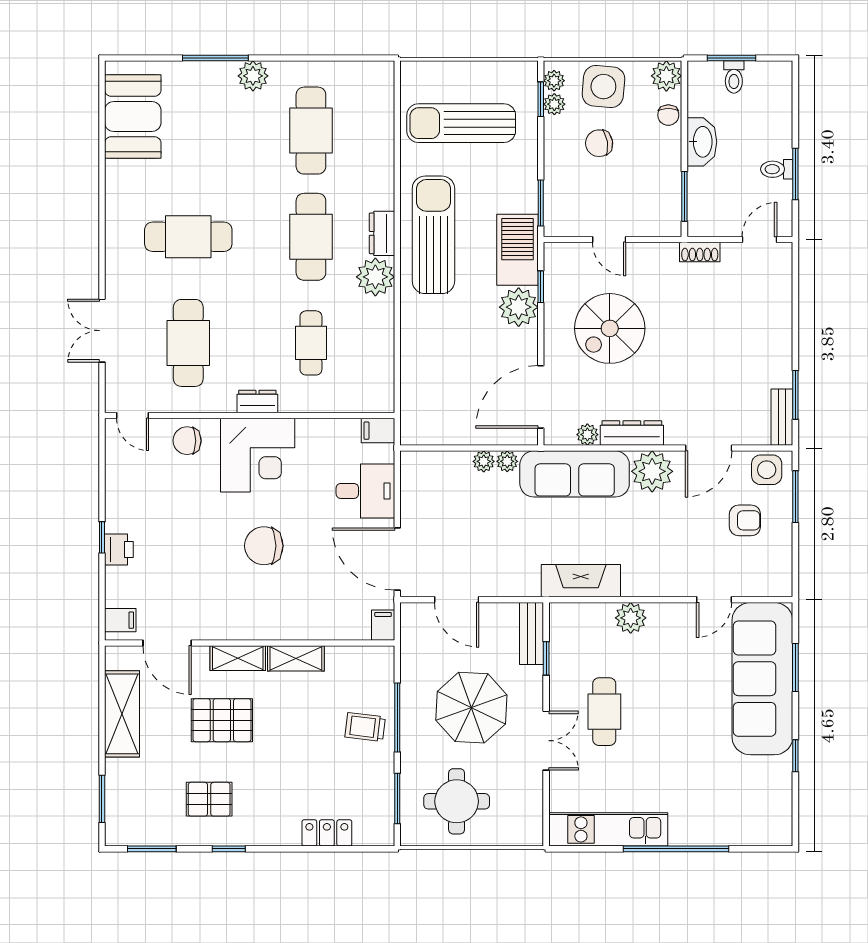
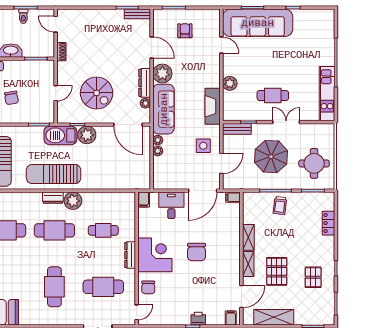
dresser: (257, 401) -> (130, 255), width x1.44
side table: (767, 470) -> (203, 146), moved

